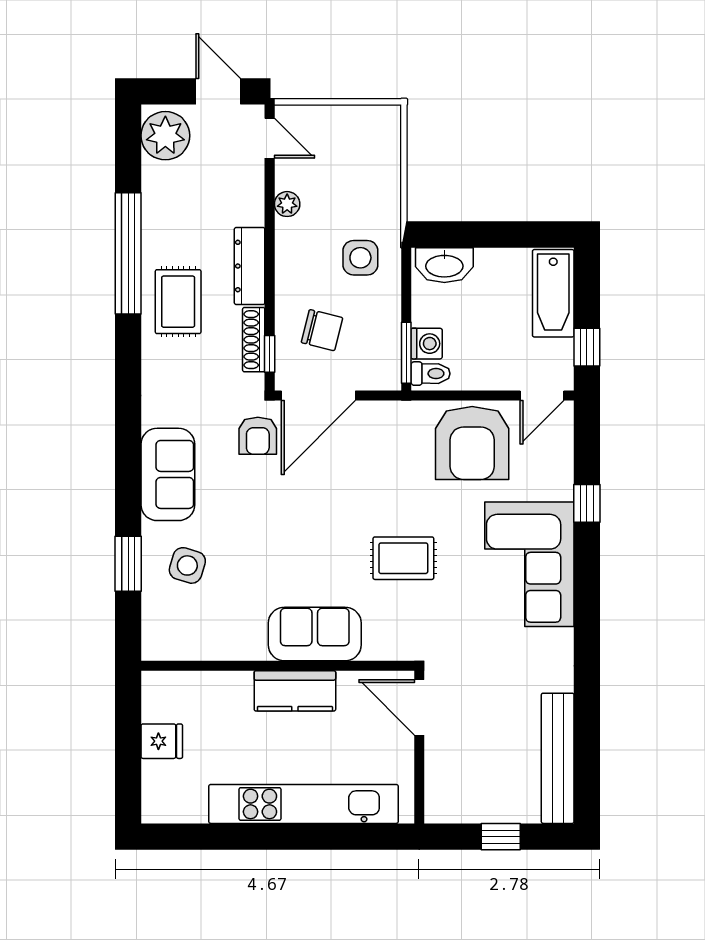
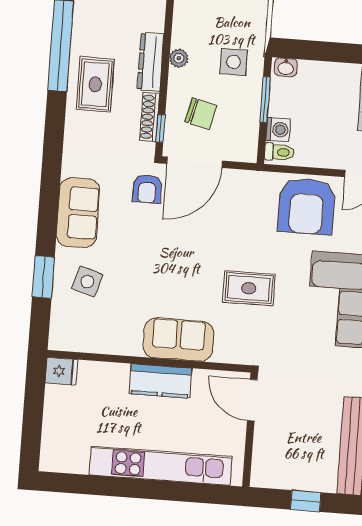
plant: (287, 204) -> (179, 58), moved
washbasin: (444, 265) -> (286, 67), width x0.52, depth x0.69
window: (406, 353) -> (265, 100), moved
fridge: (162, 741) -> (61, 371), moved

